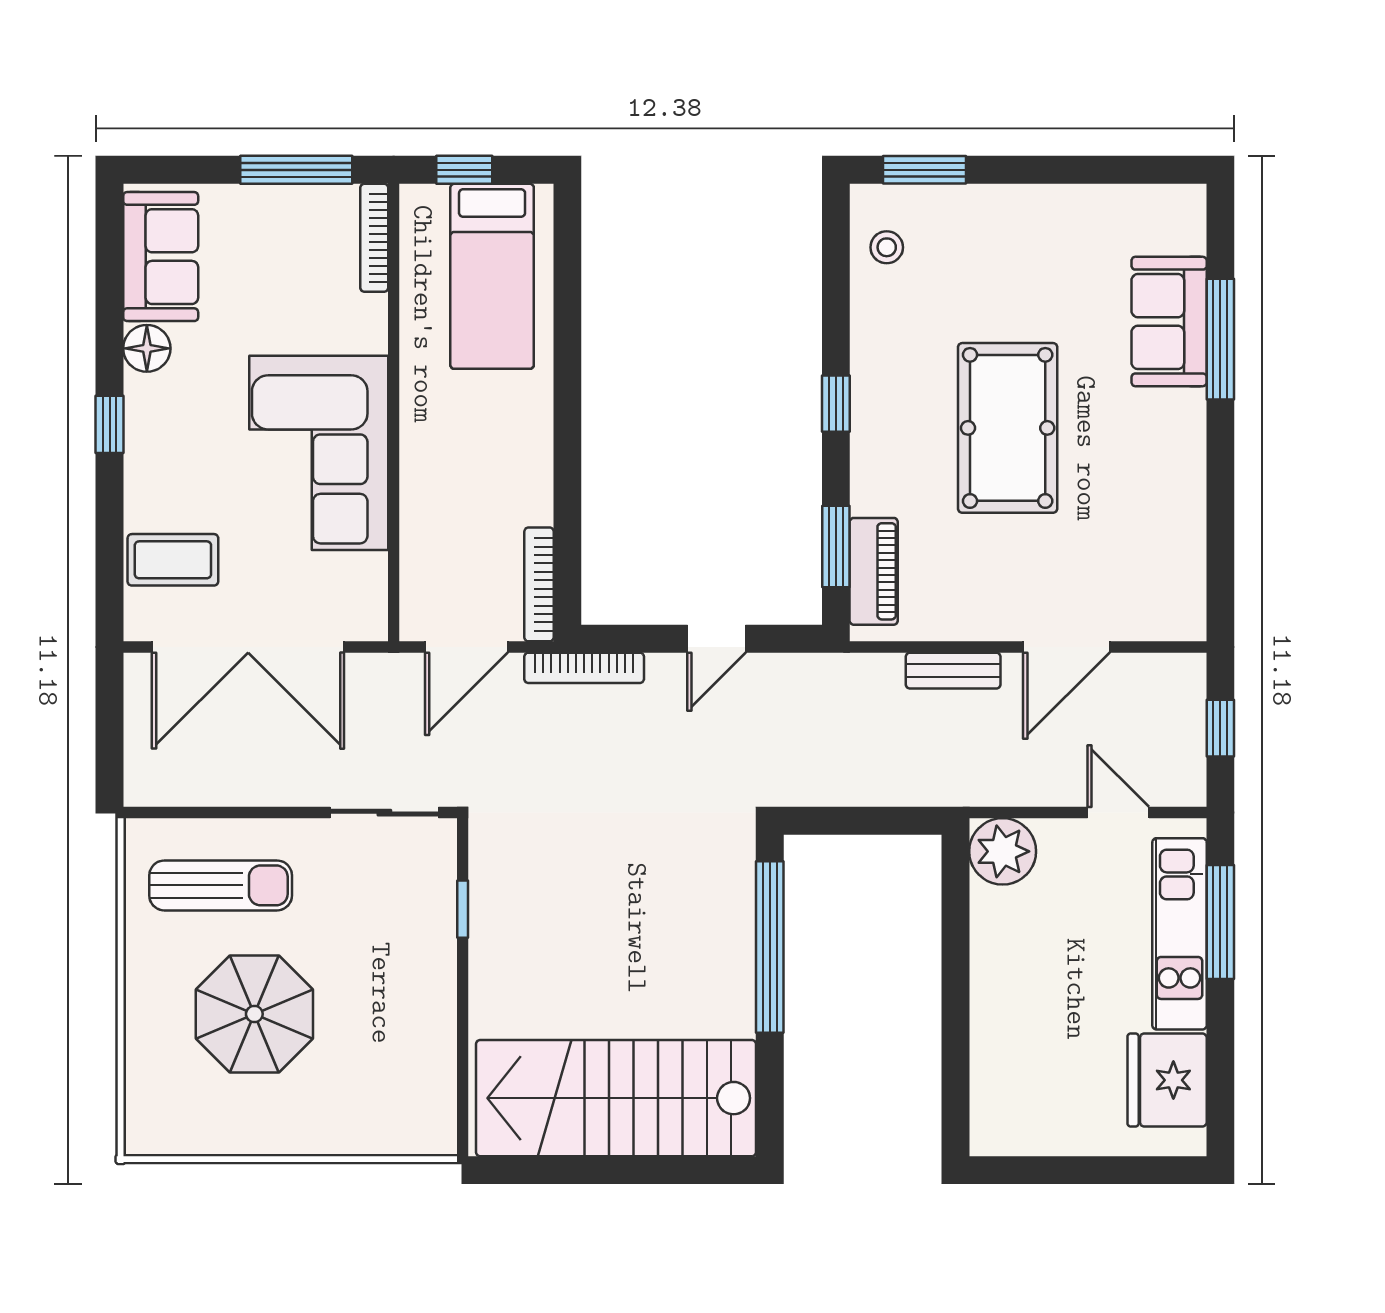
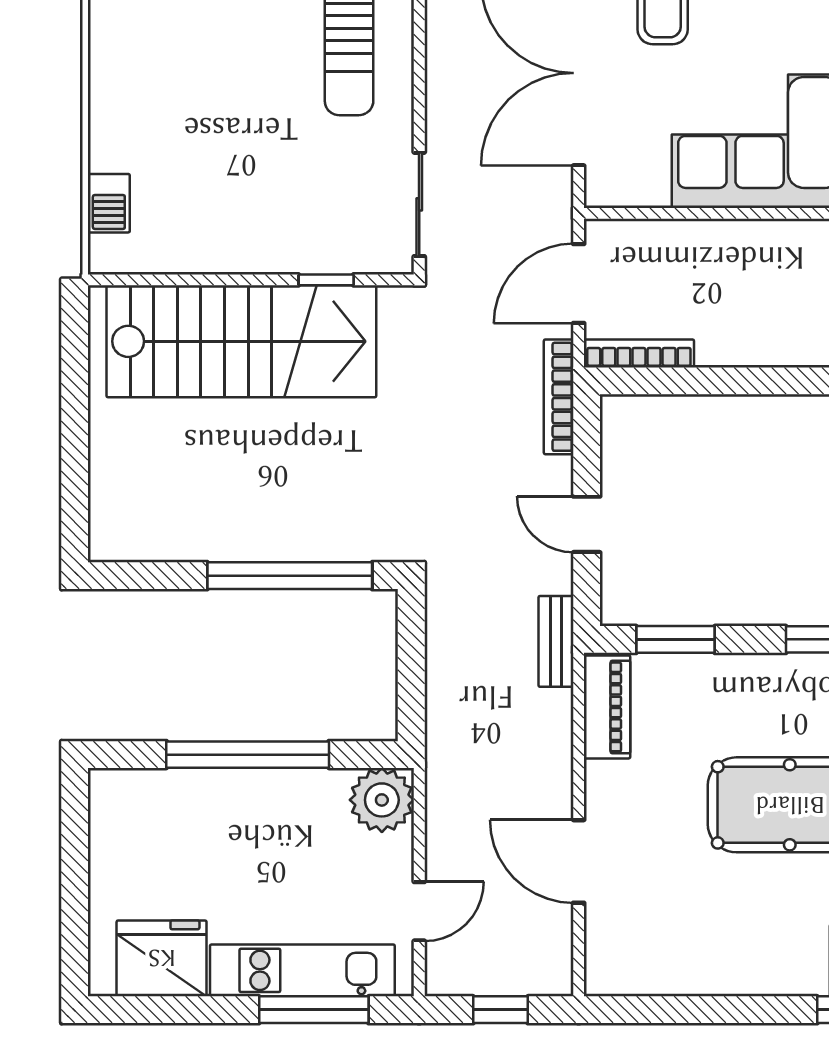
piano: (874, 571) -> (607, 707), moved, turned -90
door: (466, 647) -> (579, 283), hinge flipped
bench: (953, 671) -> (556, 641), moved
window: (955, 991) -> (248, 755), added
parasol: (254, 1014) -> (225, 79), removed
stairs: (616, 1098) -> (241, 341), moved, turned 90
barbecue: (383, 1135) -> (109, 203), added

